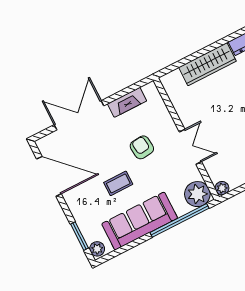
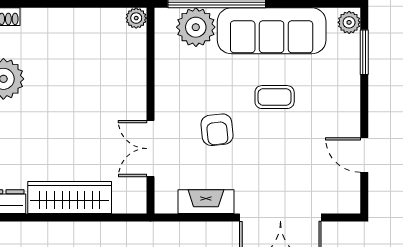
double door: (190, 147) -> (150, 149), moved
door: (49, 176) -> (364, 155), width x0.53
plant: (197, 194) -> (196, 27), moved

